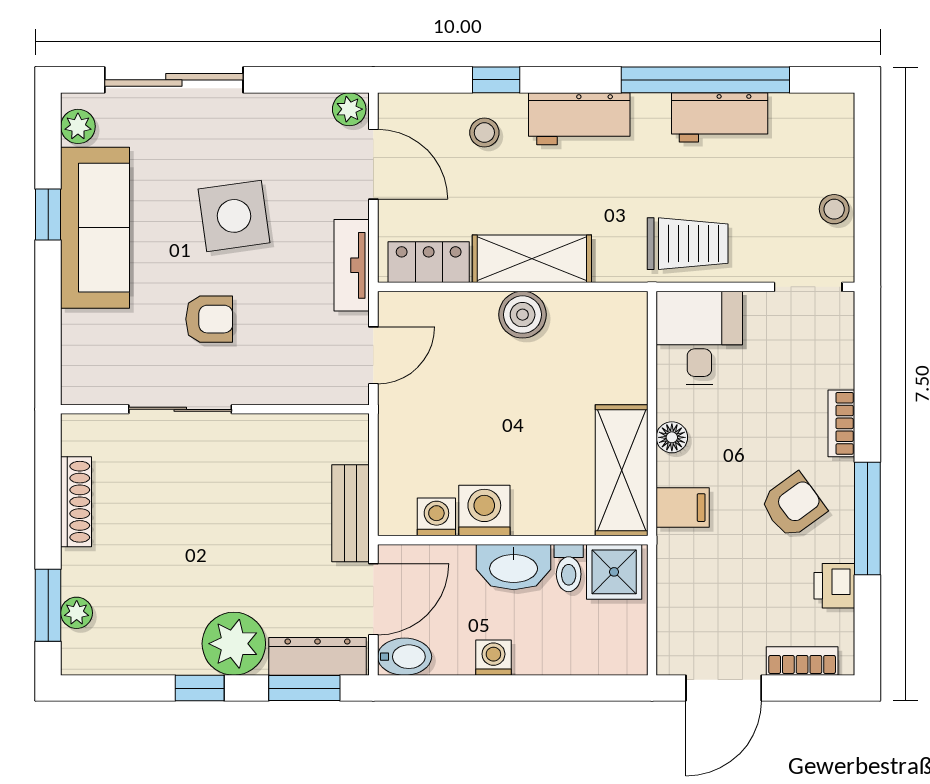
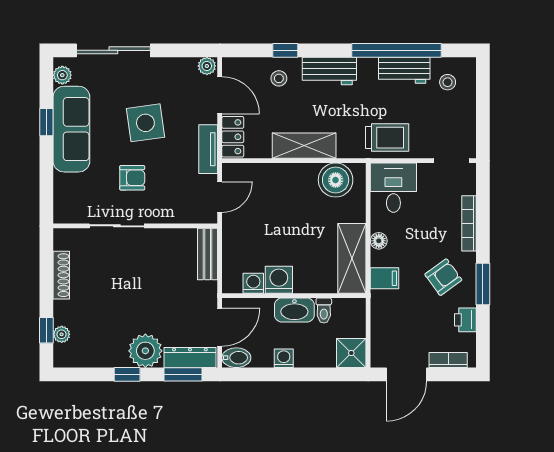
stool: (834, 209) -> (448, 82), moved
locker: (429, 262) -> (233, 137), moved, turned 90
boiler: (523, 315) -> (336, 180), moved, width x1.37, depth x1.37
bookcase: (841, 423) -> (469, 223), width x1.56
bench: (351, 513) -> (208, 254), moved
window: (867, 518) -> (483, 284), width x0.69
shower: (614, 572) -> (351, 353), moved
window: (48, 605) -> (46, 330), width x0.67

